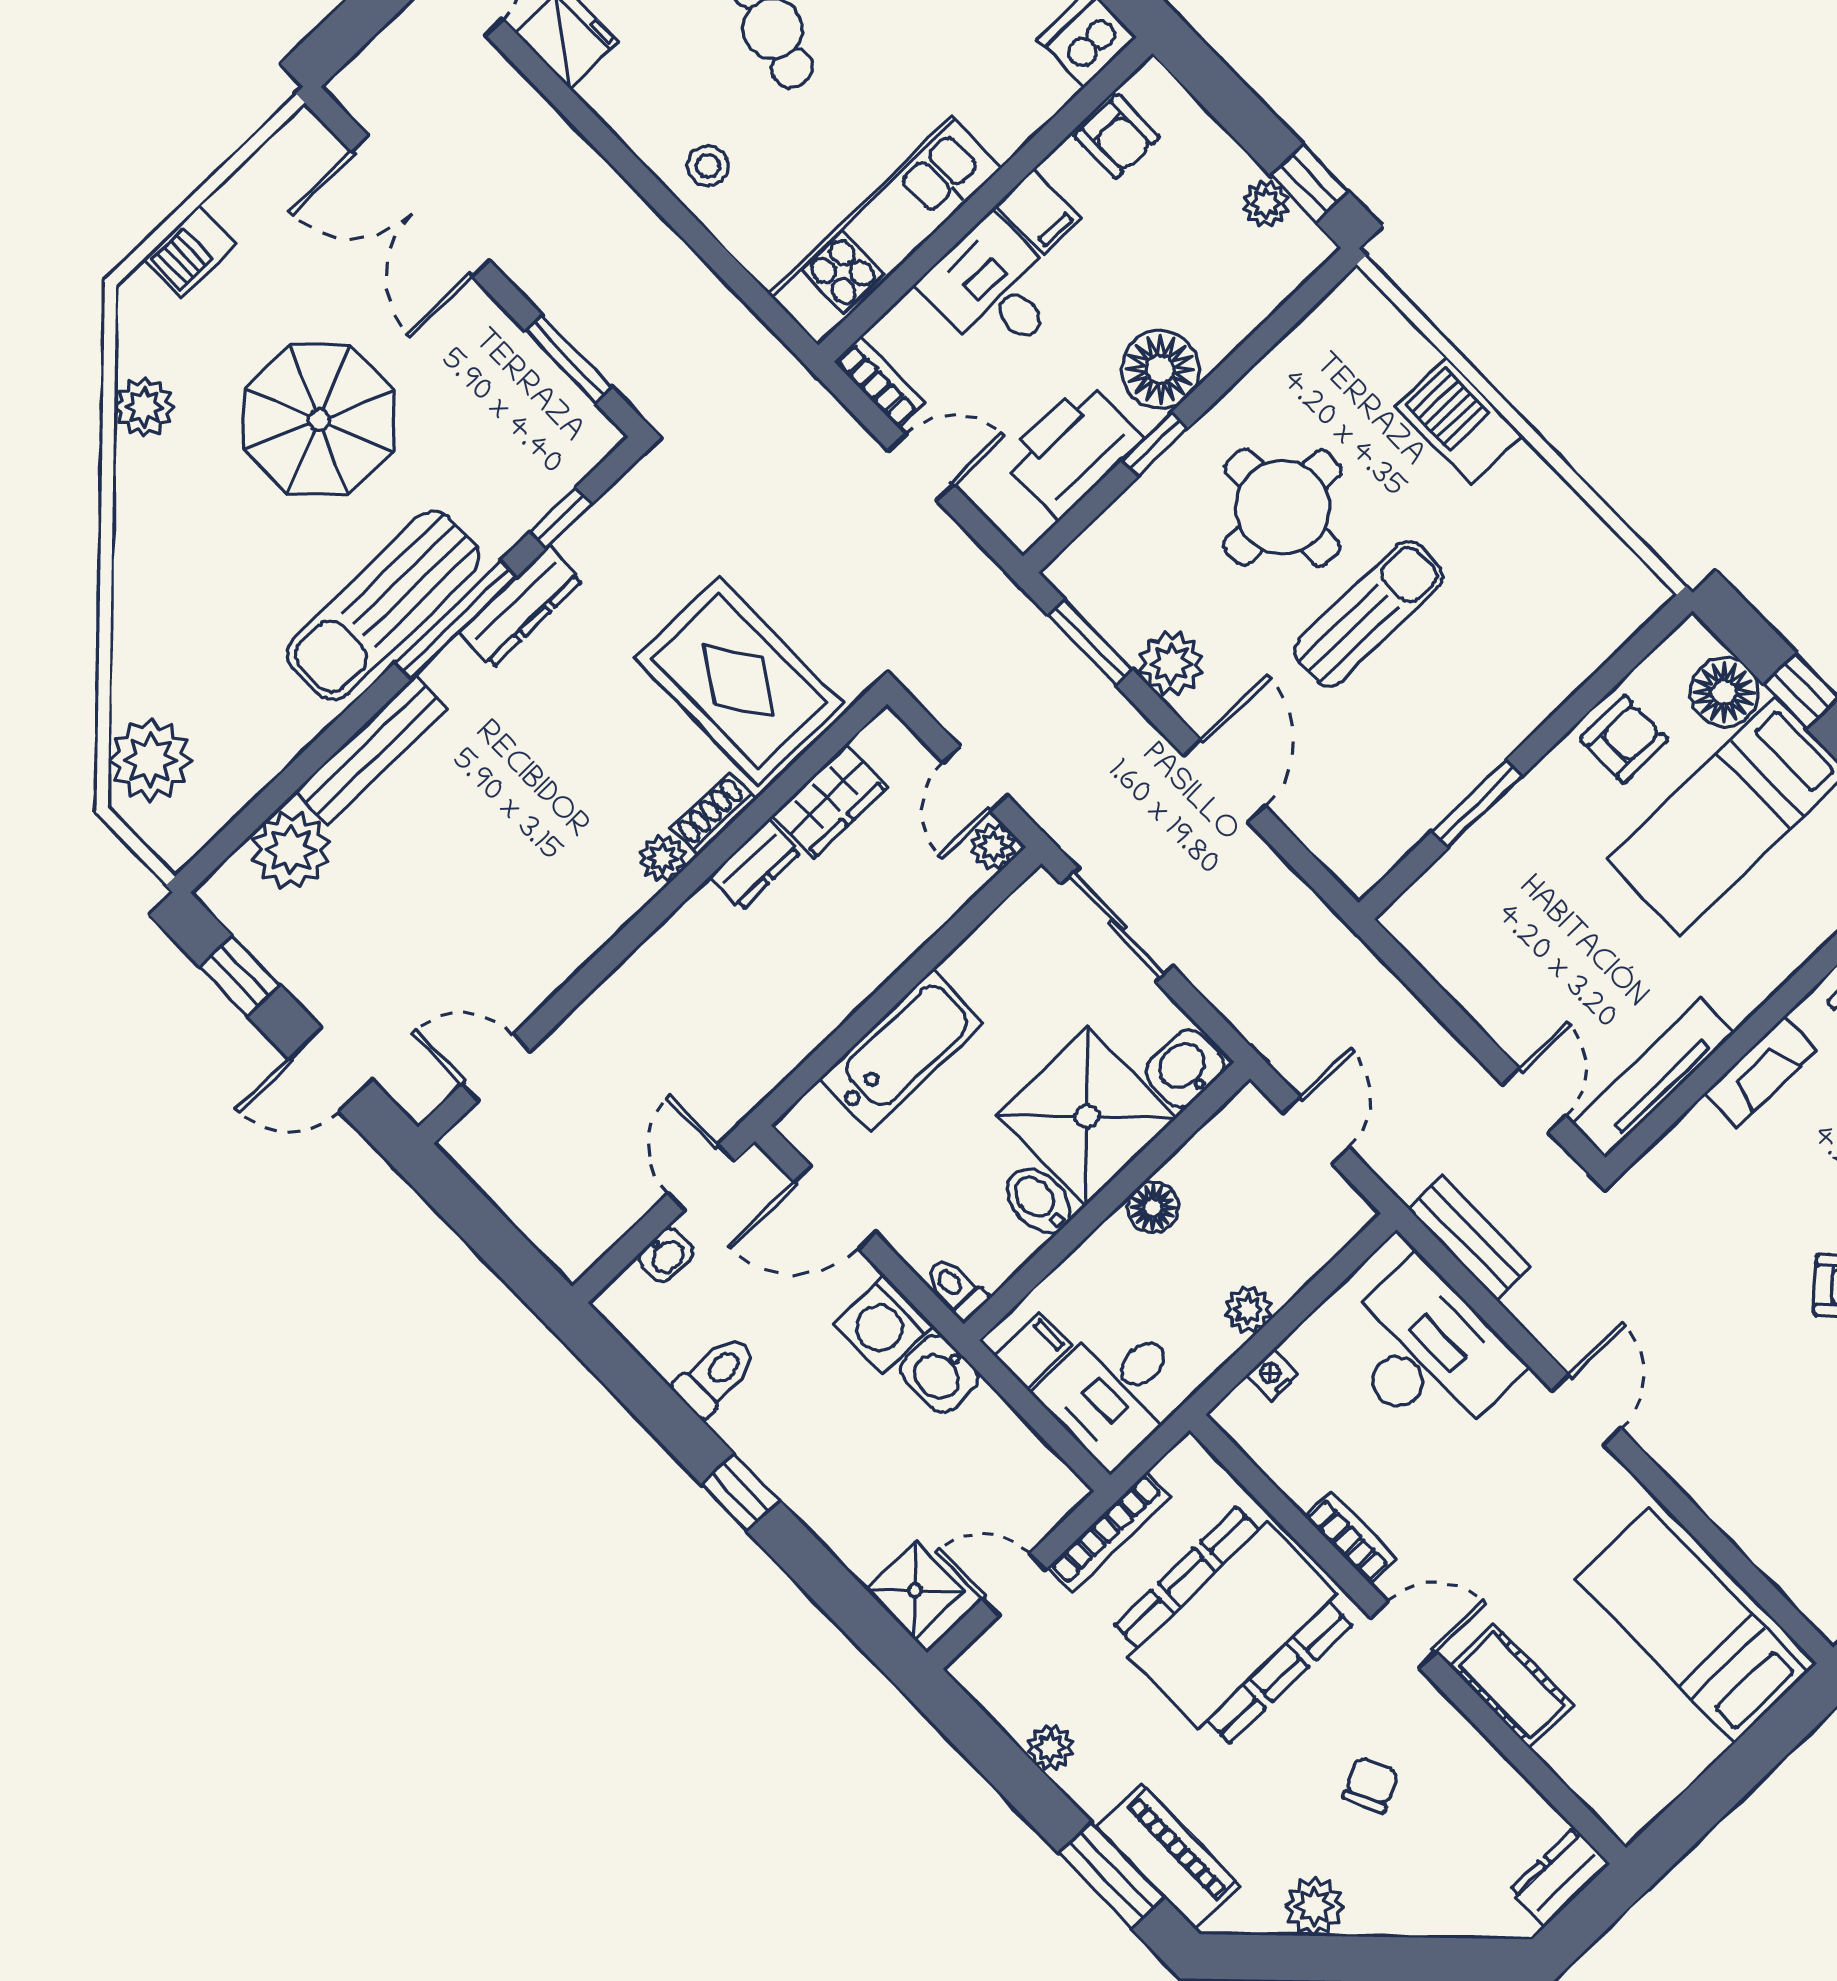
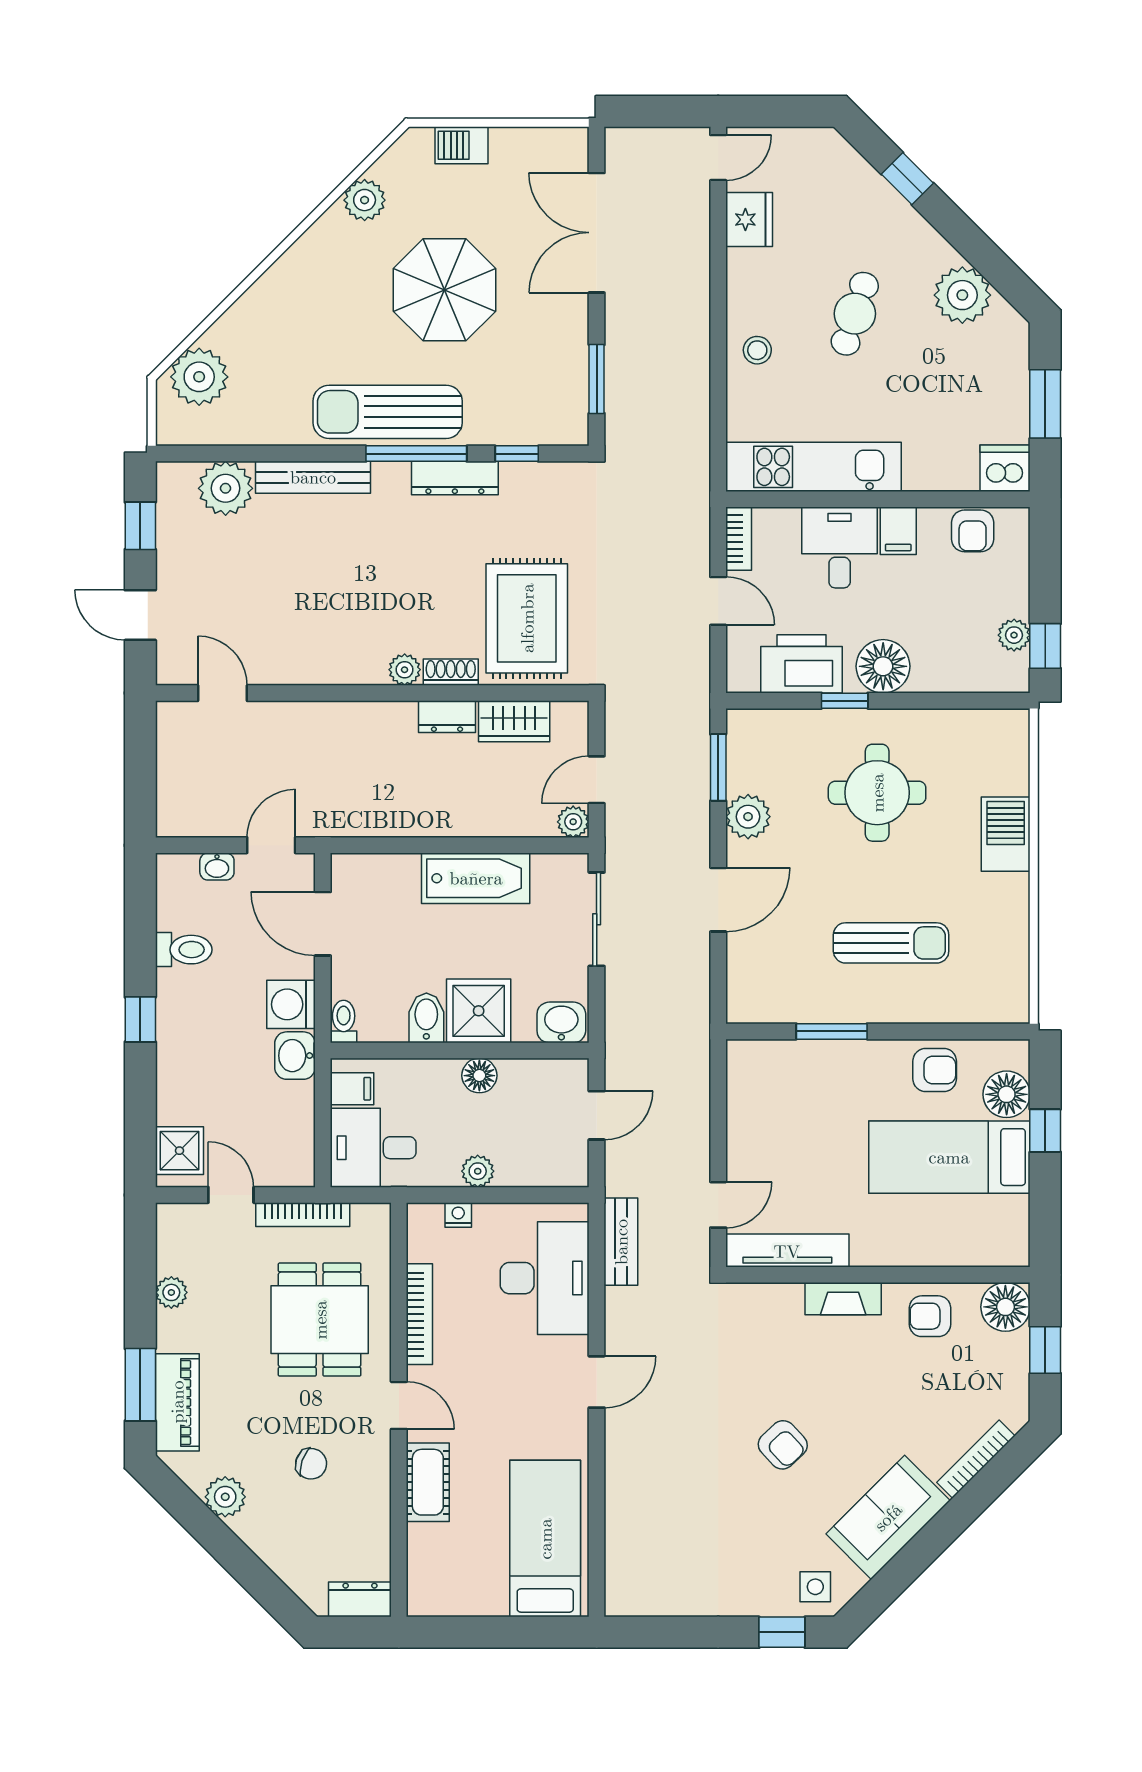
sun lounger: (1369, 614) -> (891, 943), moved
bathtub: (901, 1051) -> (476, 878), moved
shower: (1087, 1116) -> (479, 1011), width x0.73, depth x0.73
bookcase: (1351, 1537) -> (419, 1314), width x1.56
dining table: (1233, 1625) -> (320, 1320), width x0.73
chair: (1371, 1785) -> (311, 1464), turned 45

